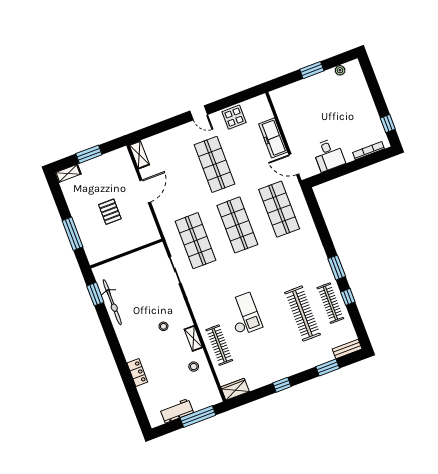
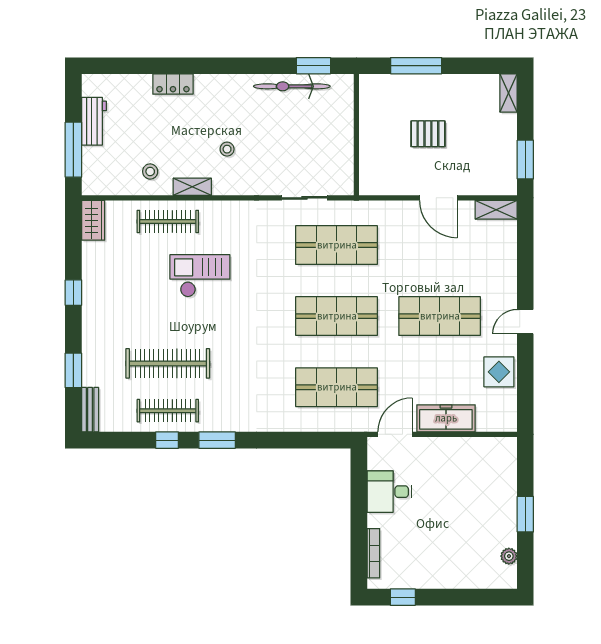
window: (89, 154) -> (525, 160), moved
checkout: (244, 314) -> (200, 276), turned 180

